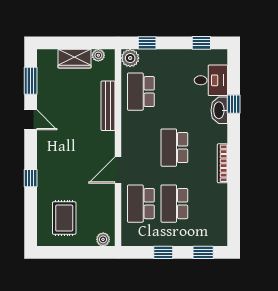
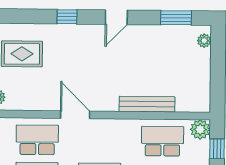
plant: (98, 55) -> (204, 41), moved
wardrobe: (75, 59) -> (200, 67), removed
door: (31, 120) -> (116, 17), moved

